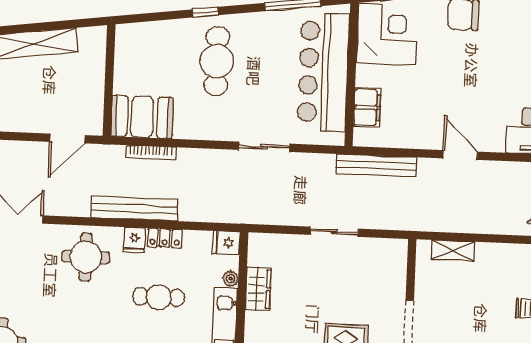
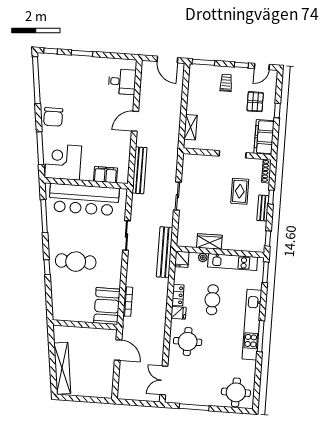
bench: (134, 208) -> (165, 252), moved

